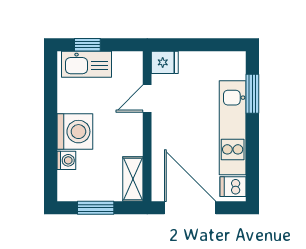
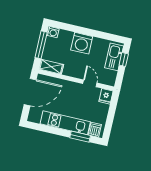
washing machine: (66, 160) -> (53, 32), moved
dishwasher: (233, 187) -> (95, 130), moved
window: (96, 208) -> (41, 45), width x1.44

